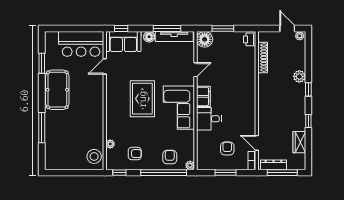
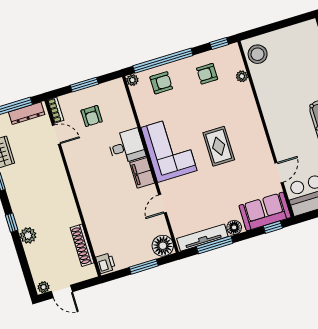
rug: (142, 99) -> (219, 146), width x0.73, depth x0.70
armchair: (170, 157) -> (161, 83), turned -90

